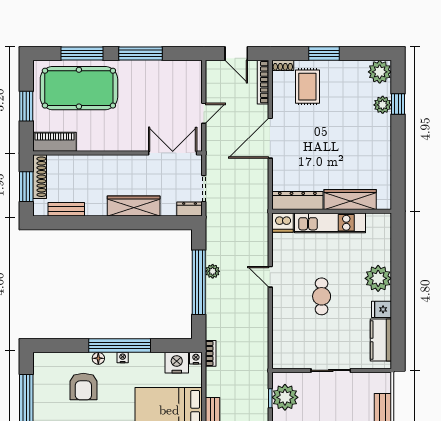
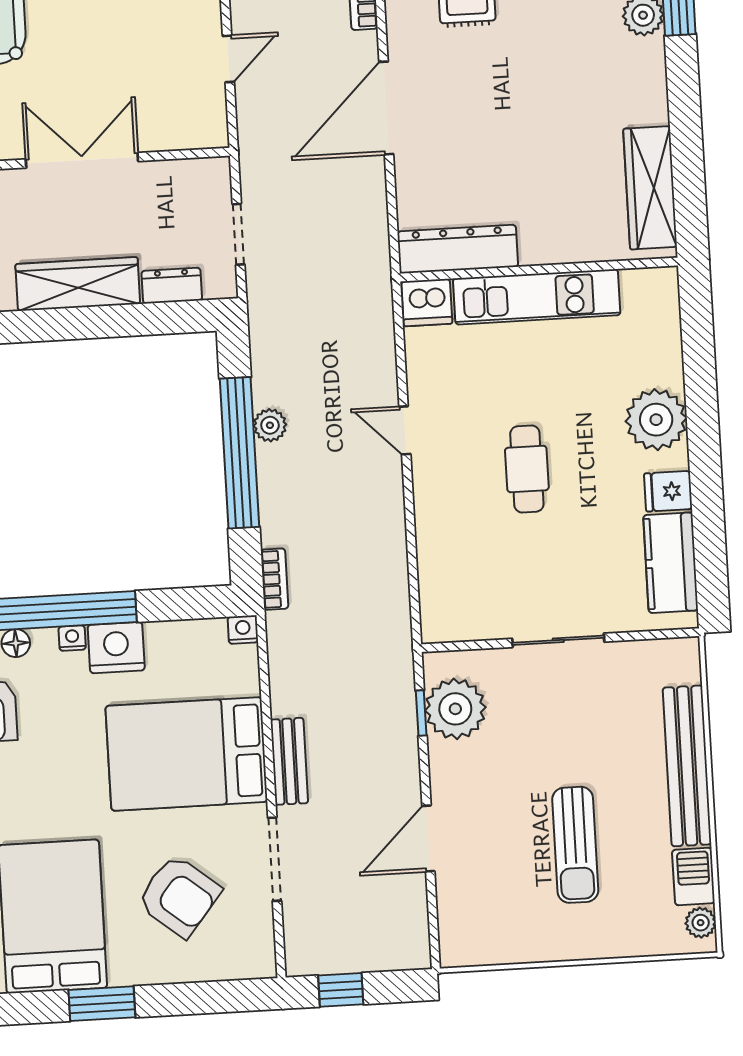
double door: (173, 153) -> (82, 160), moved
wardrobe: (350, 199) -> (650, 188), moved, turned -90
dresser: (190, 209) -> (172, 286), moved
bookcase: (211, 353) -> (274, 579), moved
nightstand: (177, 363) -> (116, 648), moved

